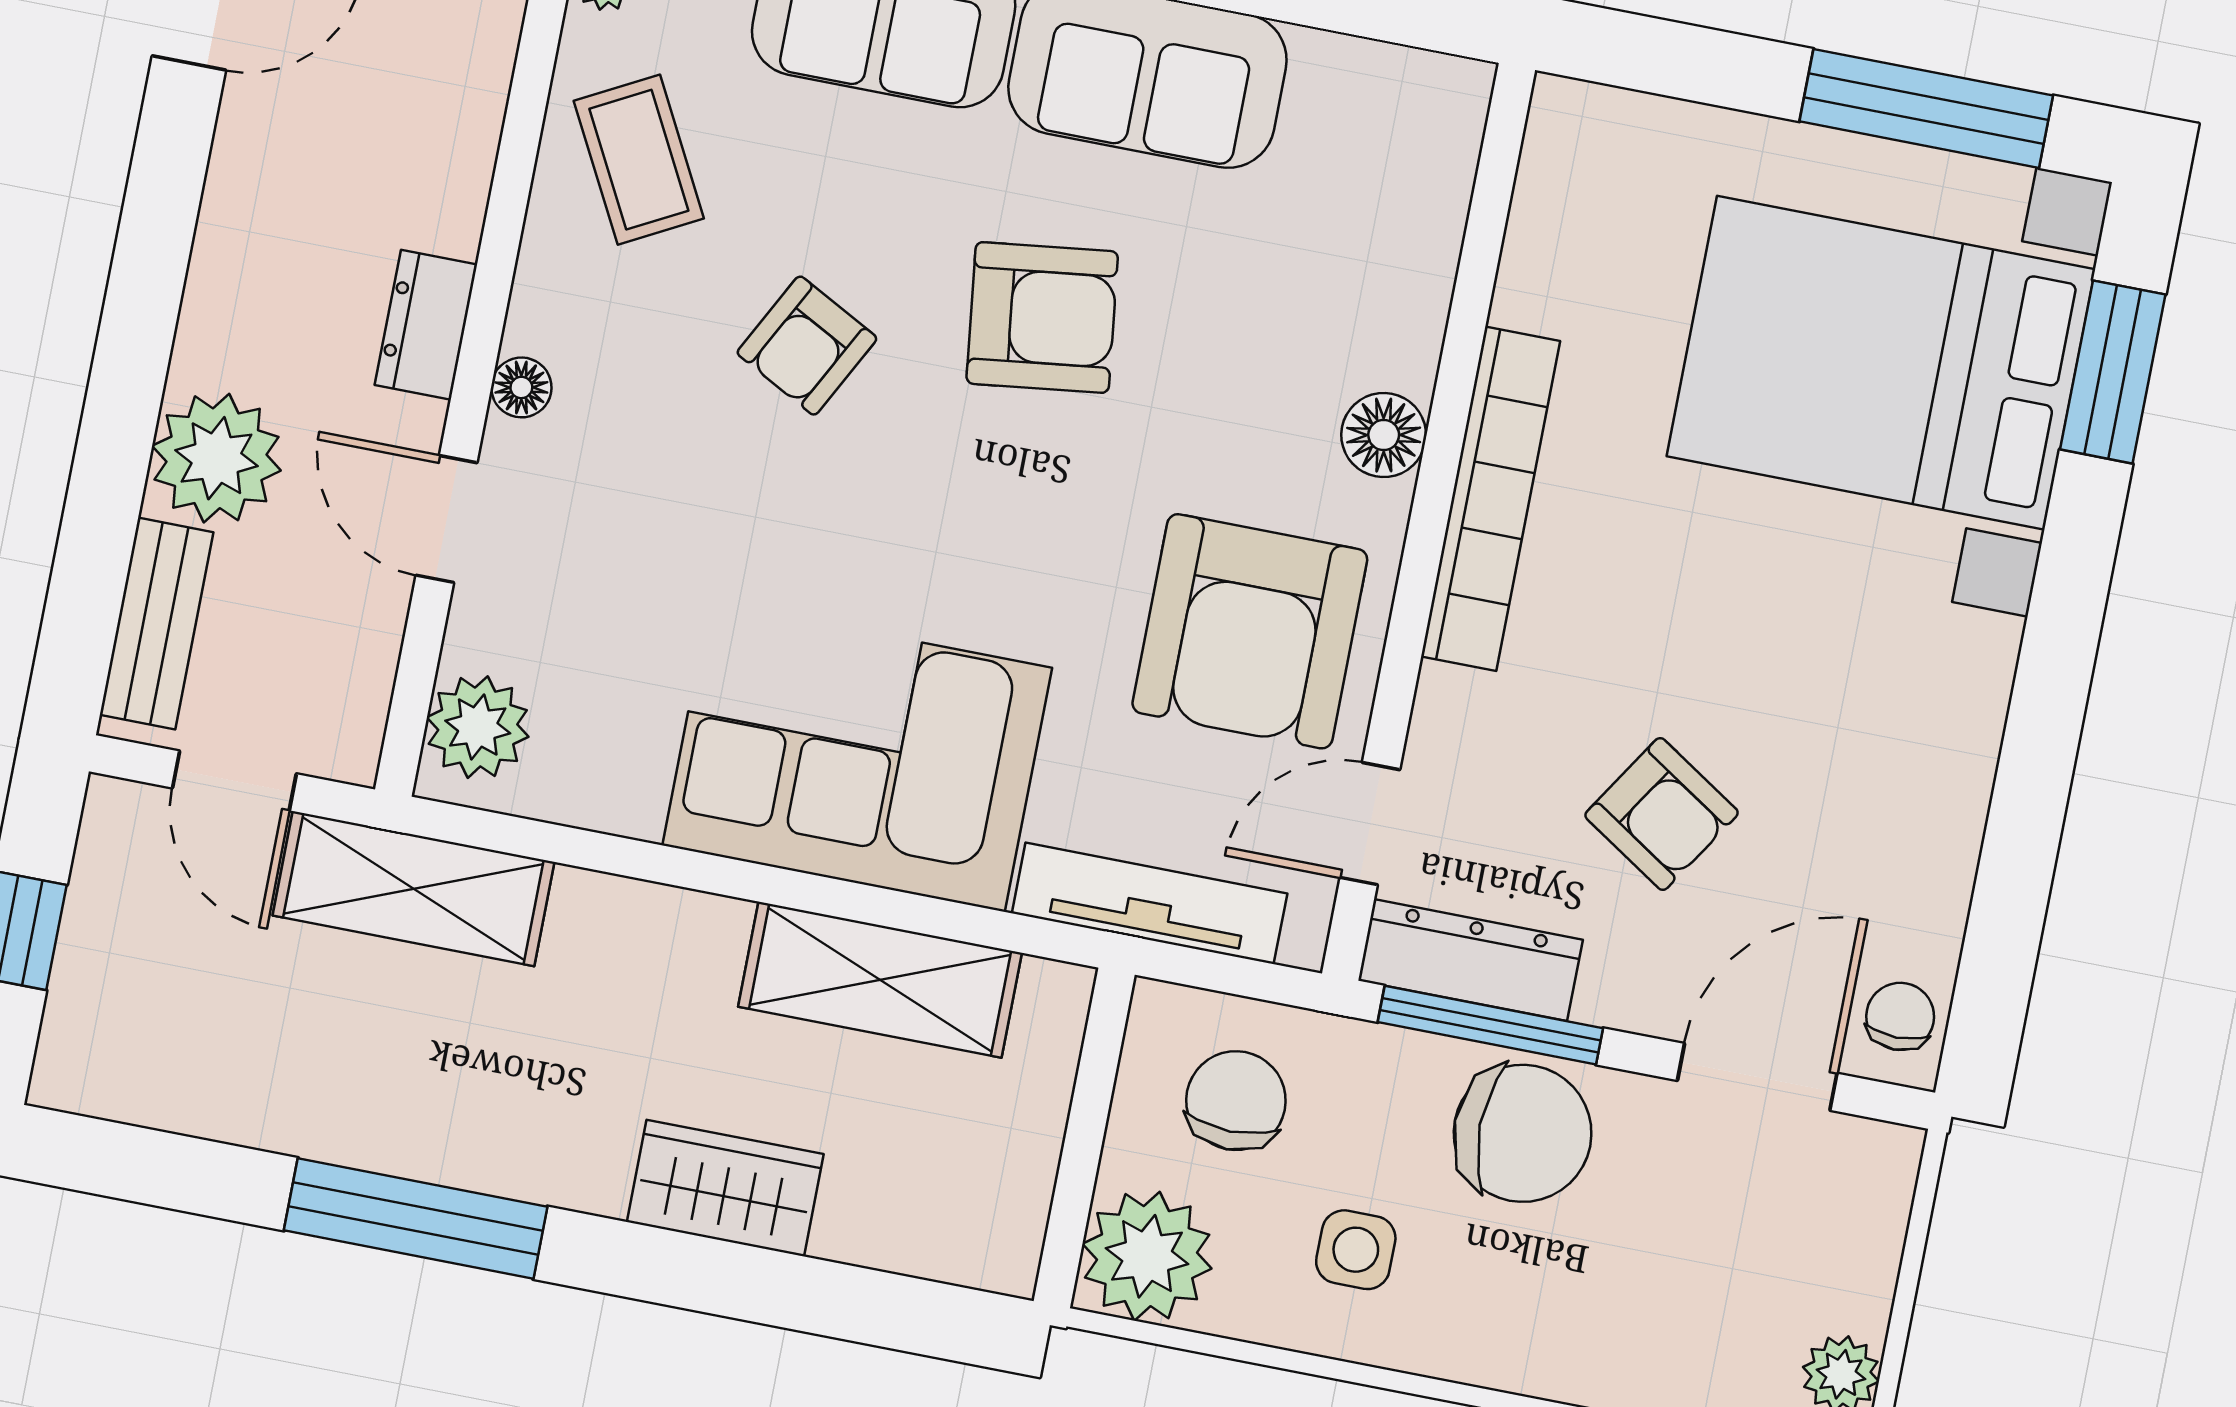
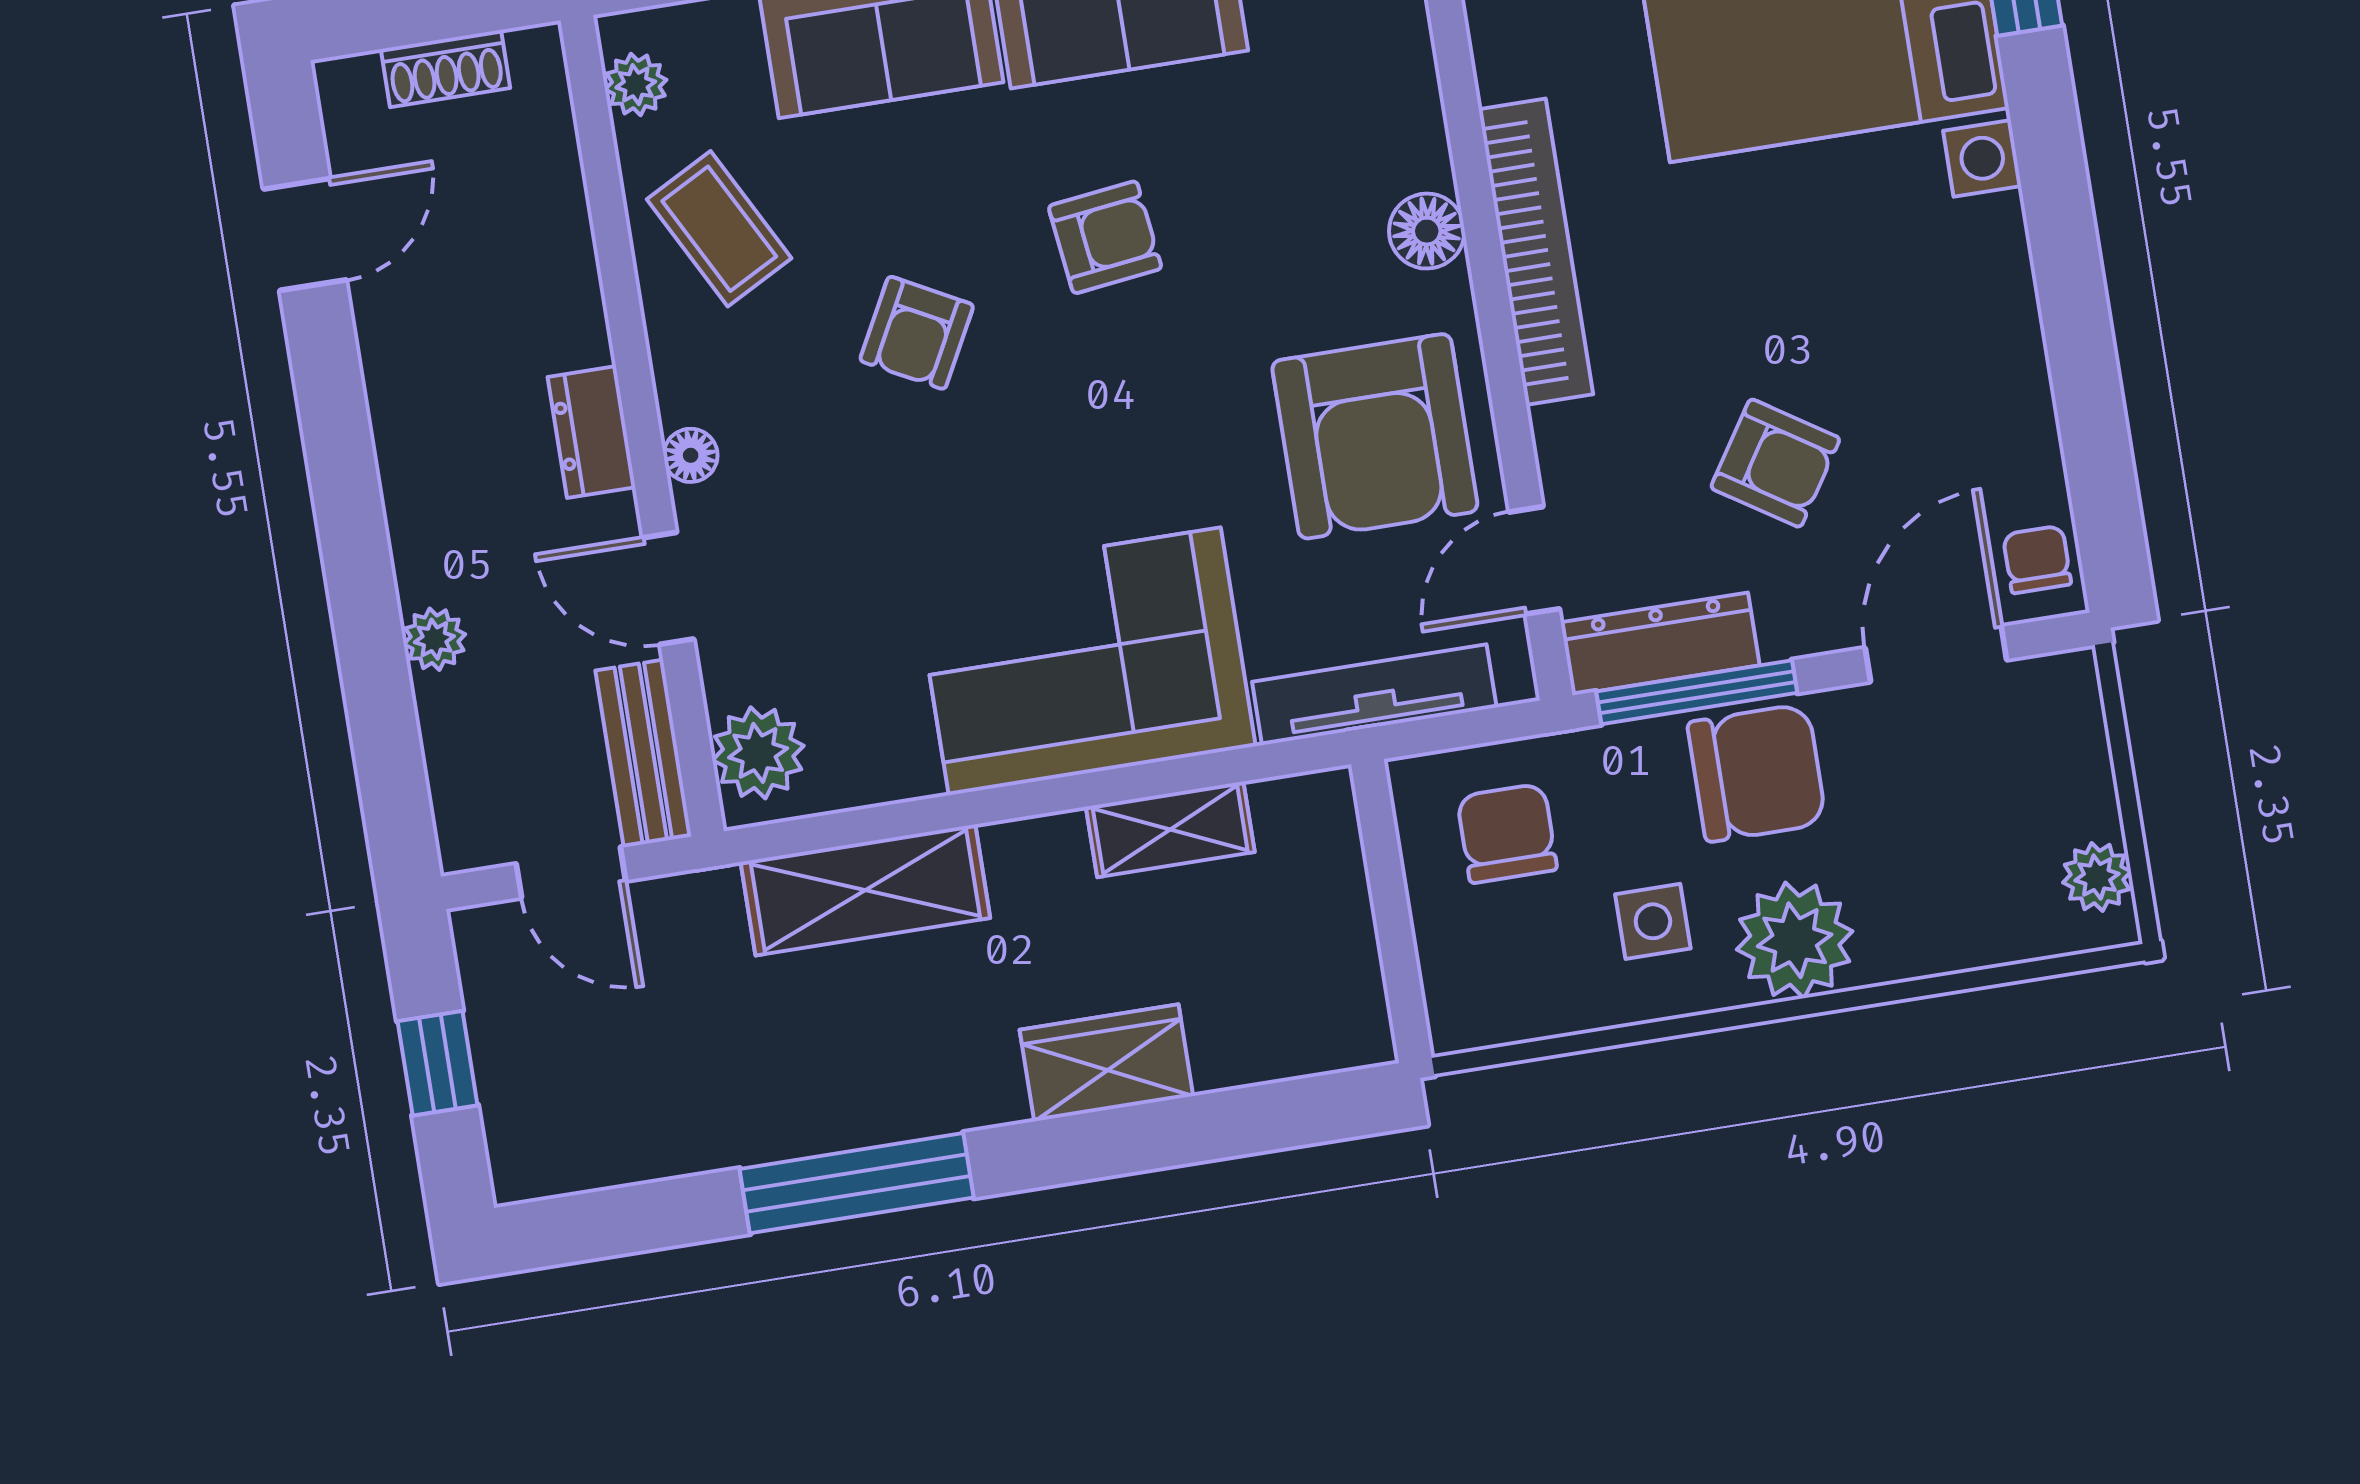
armchair: (1042, 317) -> (1105, 237), width x0.72, depth x0.72
plant: (216, 458) -> (434, 639), width x0.53, depth x0.53
bench: (157, 623) -> (643, 753), moved
shelving: (413, 889) -> (865, 890), moved
shelving: (880, 980) -> (1170, 829), width x0.67, depth x0.75
plant: (1147, 1256) -> (1795, 940), moved

